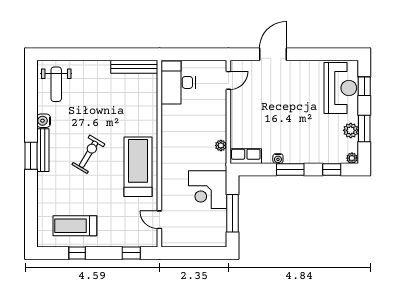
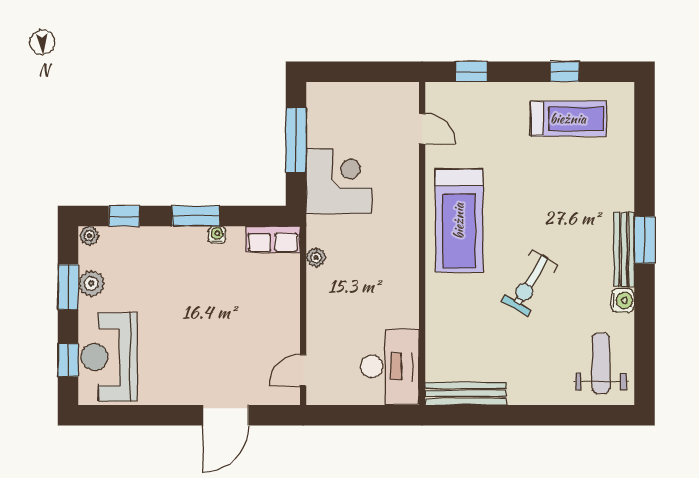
exercise bike: (88, 154) -> (530, 283), moved

